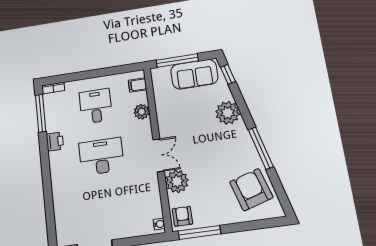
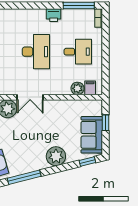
window: (177, 61) -> (105, 123), width x0.46
plant: (142, 112) -> (77, 88), moved

